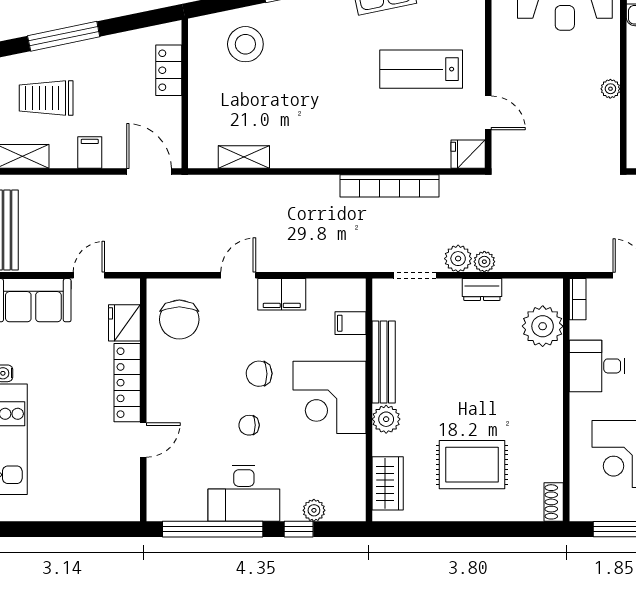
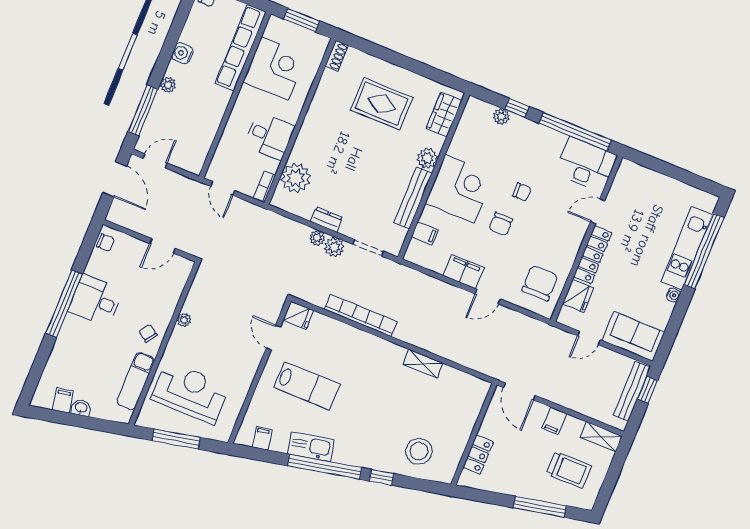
shelving: (244, 157) -> (423, 364), moved
chair: (259, 374) -> (501, 224), turned 91
desk: (244, 493) -> (586, 164), moved

